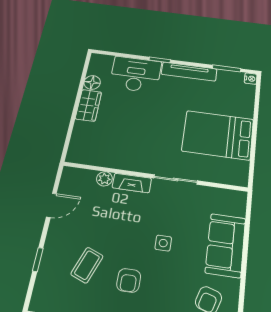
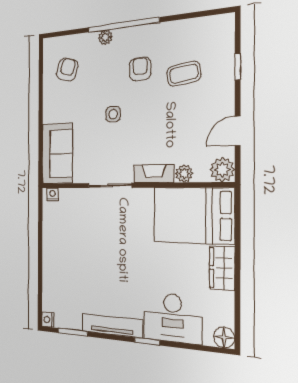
floor lamp: (92, 82) -> (224, 337), moved
bed: (218, 135) -> (193, 215), moved, turned 180
plant: (71, 177) -> (222, 170), added
nightstand: (237, 180) -> (52, 194), added
sofa: (226, 245) -> (57, 154), moved
coffee table: (87, 265) -> (184, 74), turned 61

